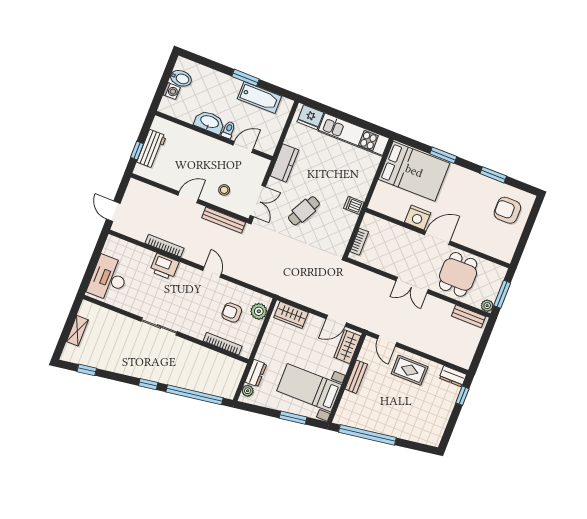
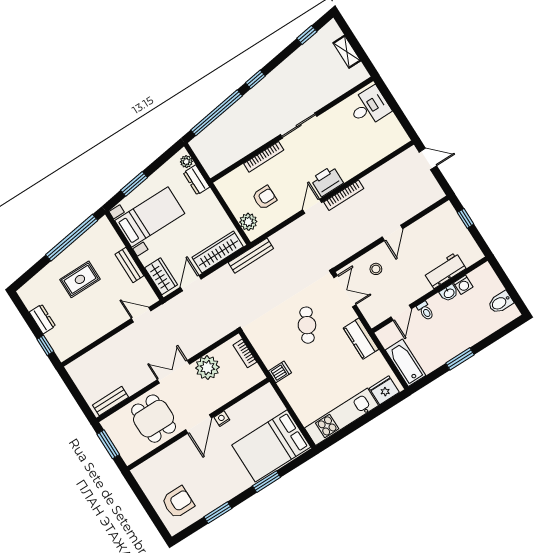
washing machine: (172, 91) -> (463, 285), moved, turned -90
bathtub: (259, 98) -> (405, 363), moved, turned 90
washbasin: (209, 122) -> (449, 293), width x0.52, depth x0.69
workbench: (152, 149) -> (445, 270), moved, turned 90
double door: (258, 201) -> (345, 291), swing flipped
nightstand: (418, 218) -> (222, 419), width x0.53, depth x0.56
bench: (224, 220) -> (251, 256), moved
bookcase: (164, 246) -> (344, 195), moved
printer: (164, 267) -> (327, 181), moved
door: (212, 272) -> (312, 206), swing flipped
desk: (108, 278) -> (369, 107), width x0.73
plant: (487, 306) -> (207, 368), moved, width x1.88, depth x1.88
wardrobe: (291, 315) -> (218, 252), width x1.50
bookcase: (223, 344) -> (264, 157), moved
rug: (410, 370) -> (80, 279), moved
dresser: (453, 376) -> (42, 319), moved, turned 90

